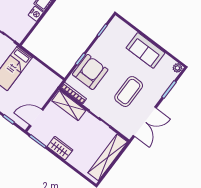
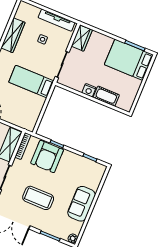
armchair: (90, 72) -> (47, 157), turned 90

